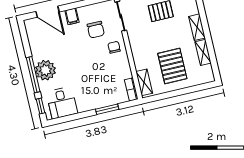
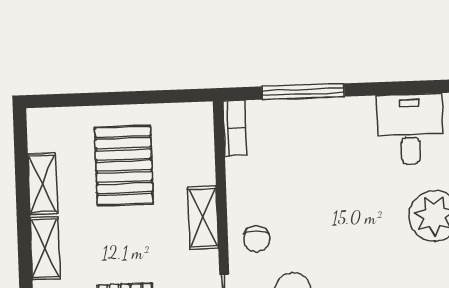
shelving: (144, 82) -> (203, 218), moved
window: (107, 109) -> (303, 92), width x1.44

